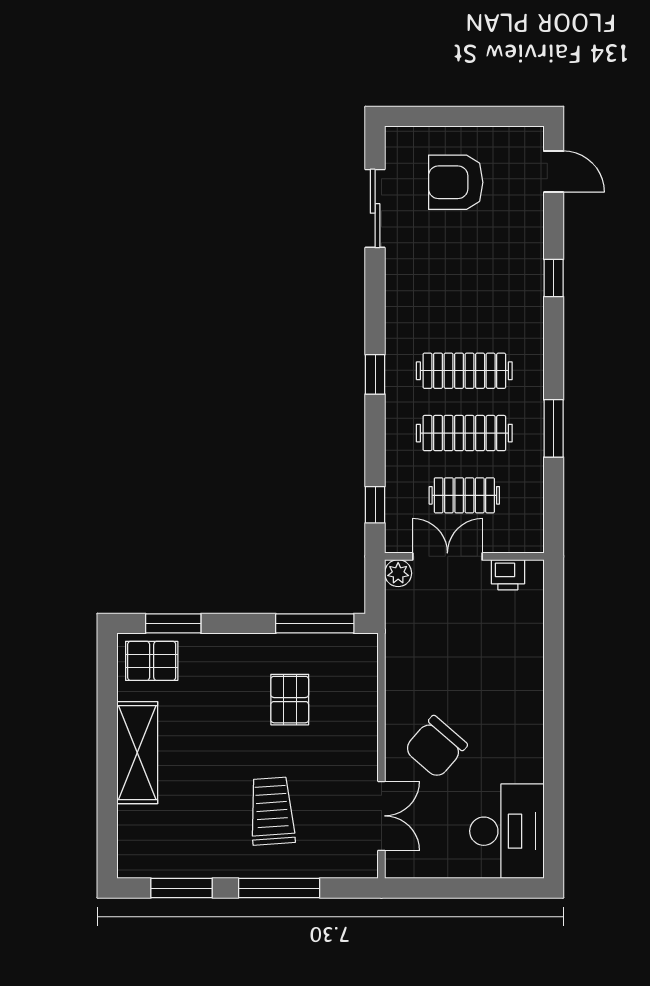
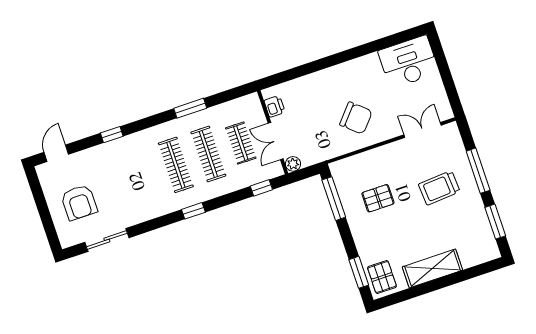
chair: (436, 747) -> (356, 118), moved

